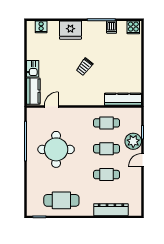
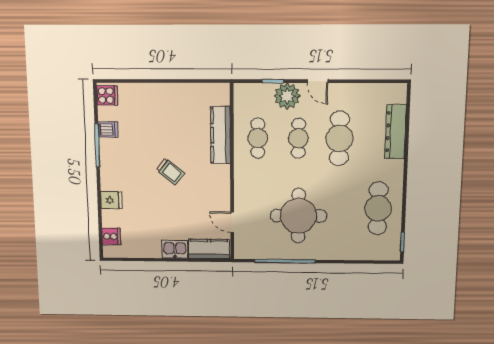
fridge: (70, 30) -> (111, 200), width x0.53, depth x0.75
kitchen counter: (123, 99) -> (221, 135), moved
cafe table: (107, 175) -> (339, 138), width x1.37, depth x1.35

